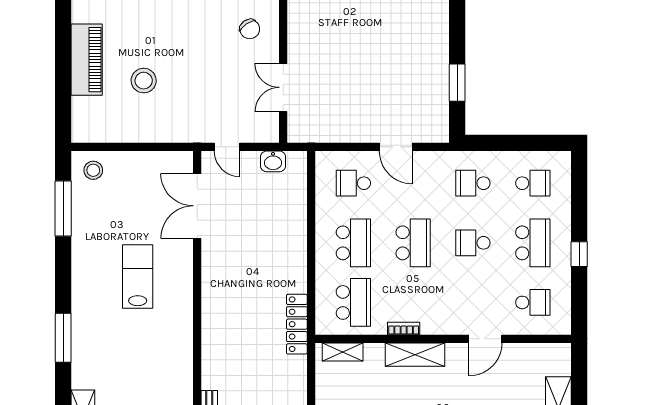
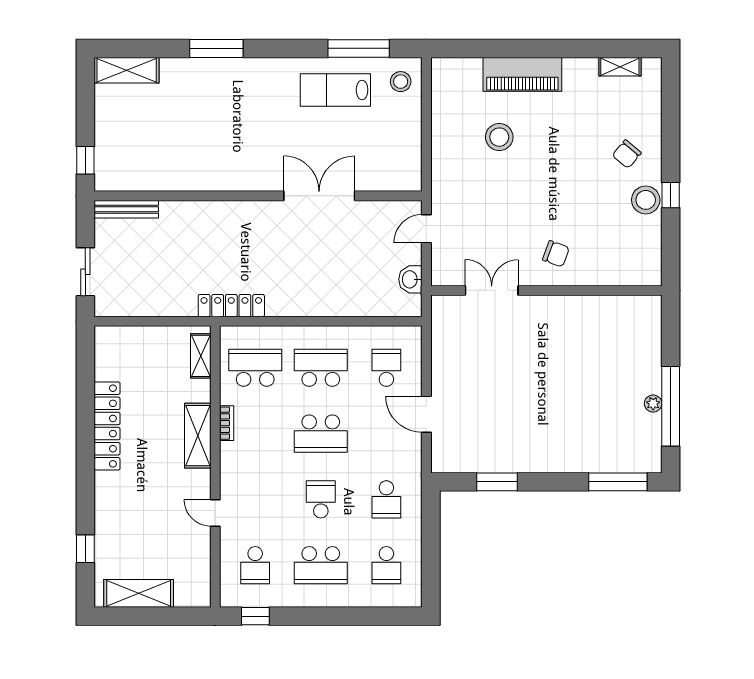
chair: (250, 29) -> (556, 254), turned -126
door: (396, 147) -> (426, 414), hinge flipped
school desk: (473, 183) -> (386, 499), turned 180
double door: (197, 206) -> (319, 196), moved
school desk: (353, 243) -> (321, 368), turned 180
window: (579, 254) -> (255, 616), moved
lab bench: (138, 276) -> (335, 90), moved, turned 180
school desk: (353, 302) -> (255, 368), turned 180
door: (485, 339) -> (215, 513), width x0.73

